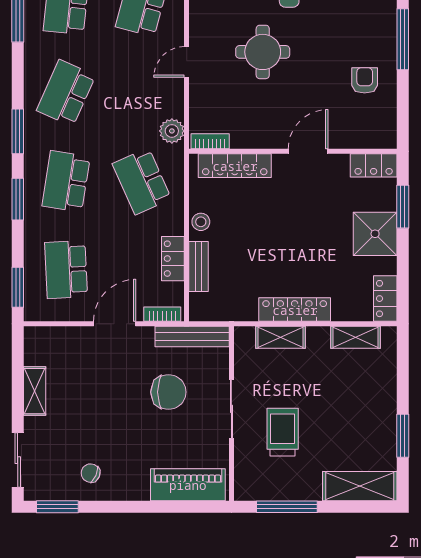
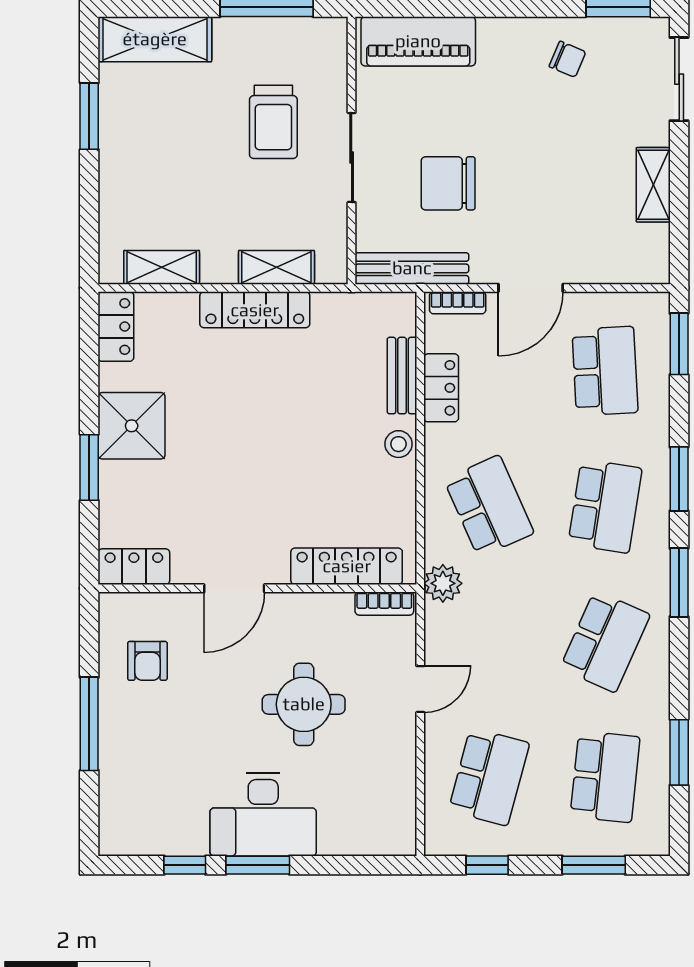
bookcase: (210, 141) -> (384, 604), moved
wall: (293, 151) -> (257, 588), moved
door: (308, 151) -> (234, 588), moved
locker: (374, 165) -> (134, 567), moved
locker: (235, 166) -> (347, 566), moved

